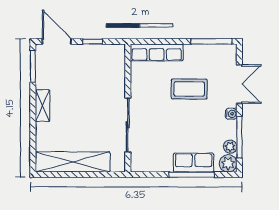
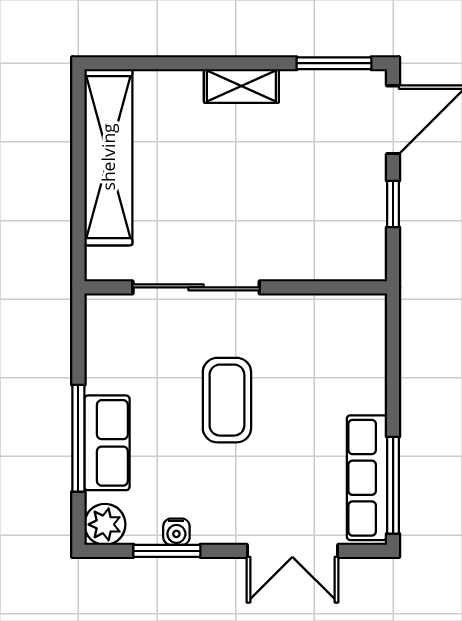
row of seats: (157, 53) -> (367, 478), moved
coffee table: (189, 89) -> (227, 400), moved
water cooler: (231, 114) -> (176, 532), moved
window: (239, 137) -> (167, 551), width x0.69
plant: (230, 147) -> (144, 529), removed

